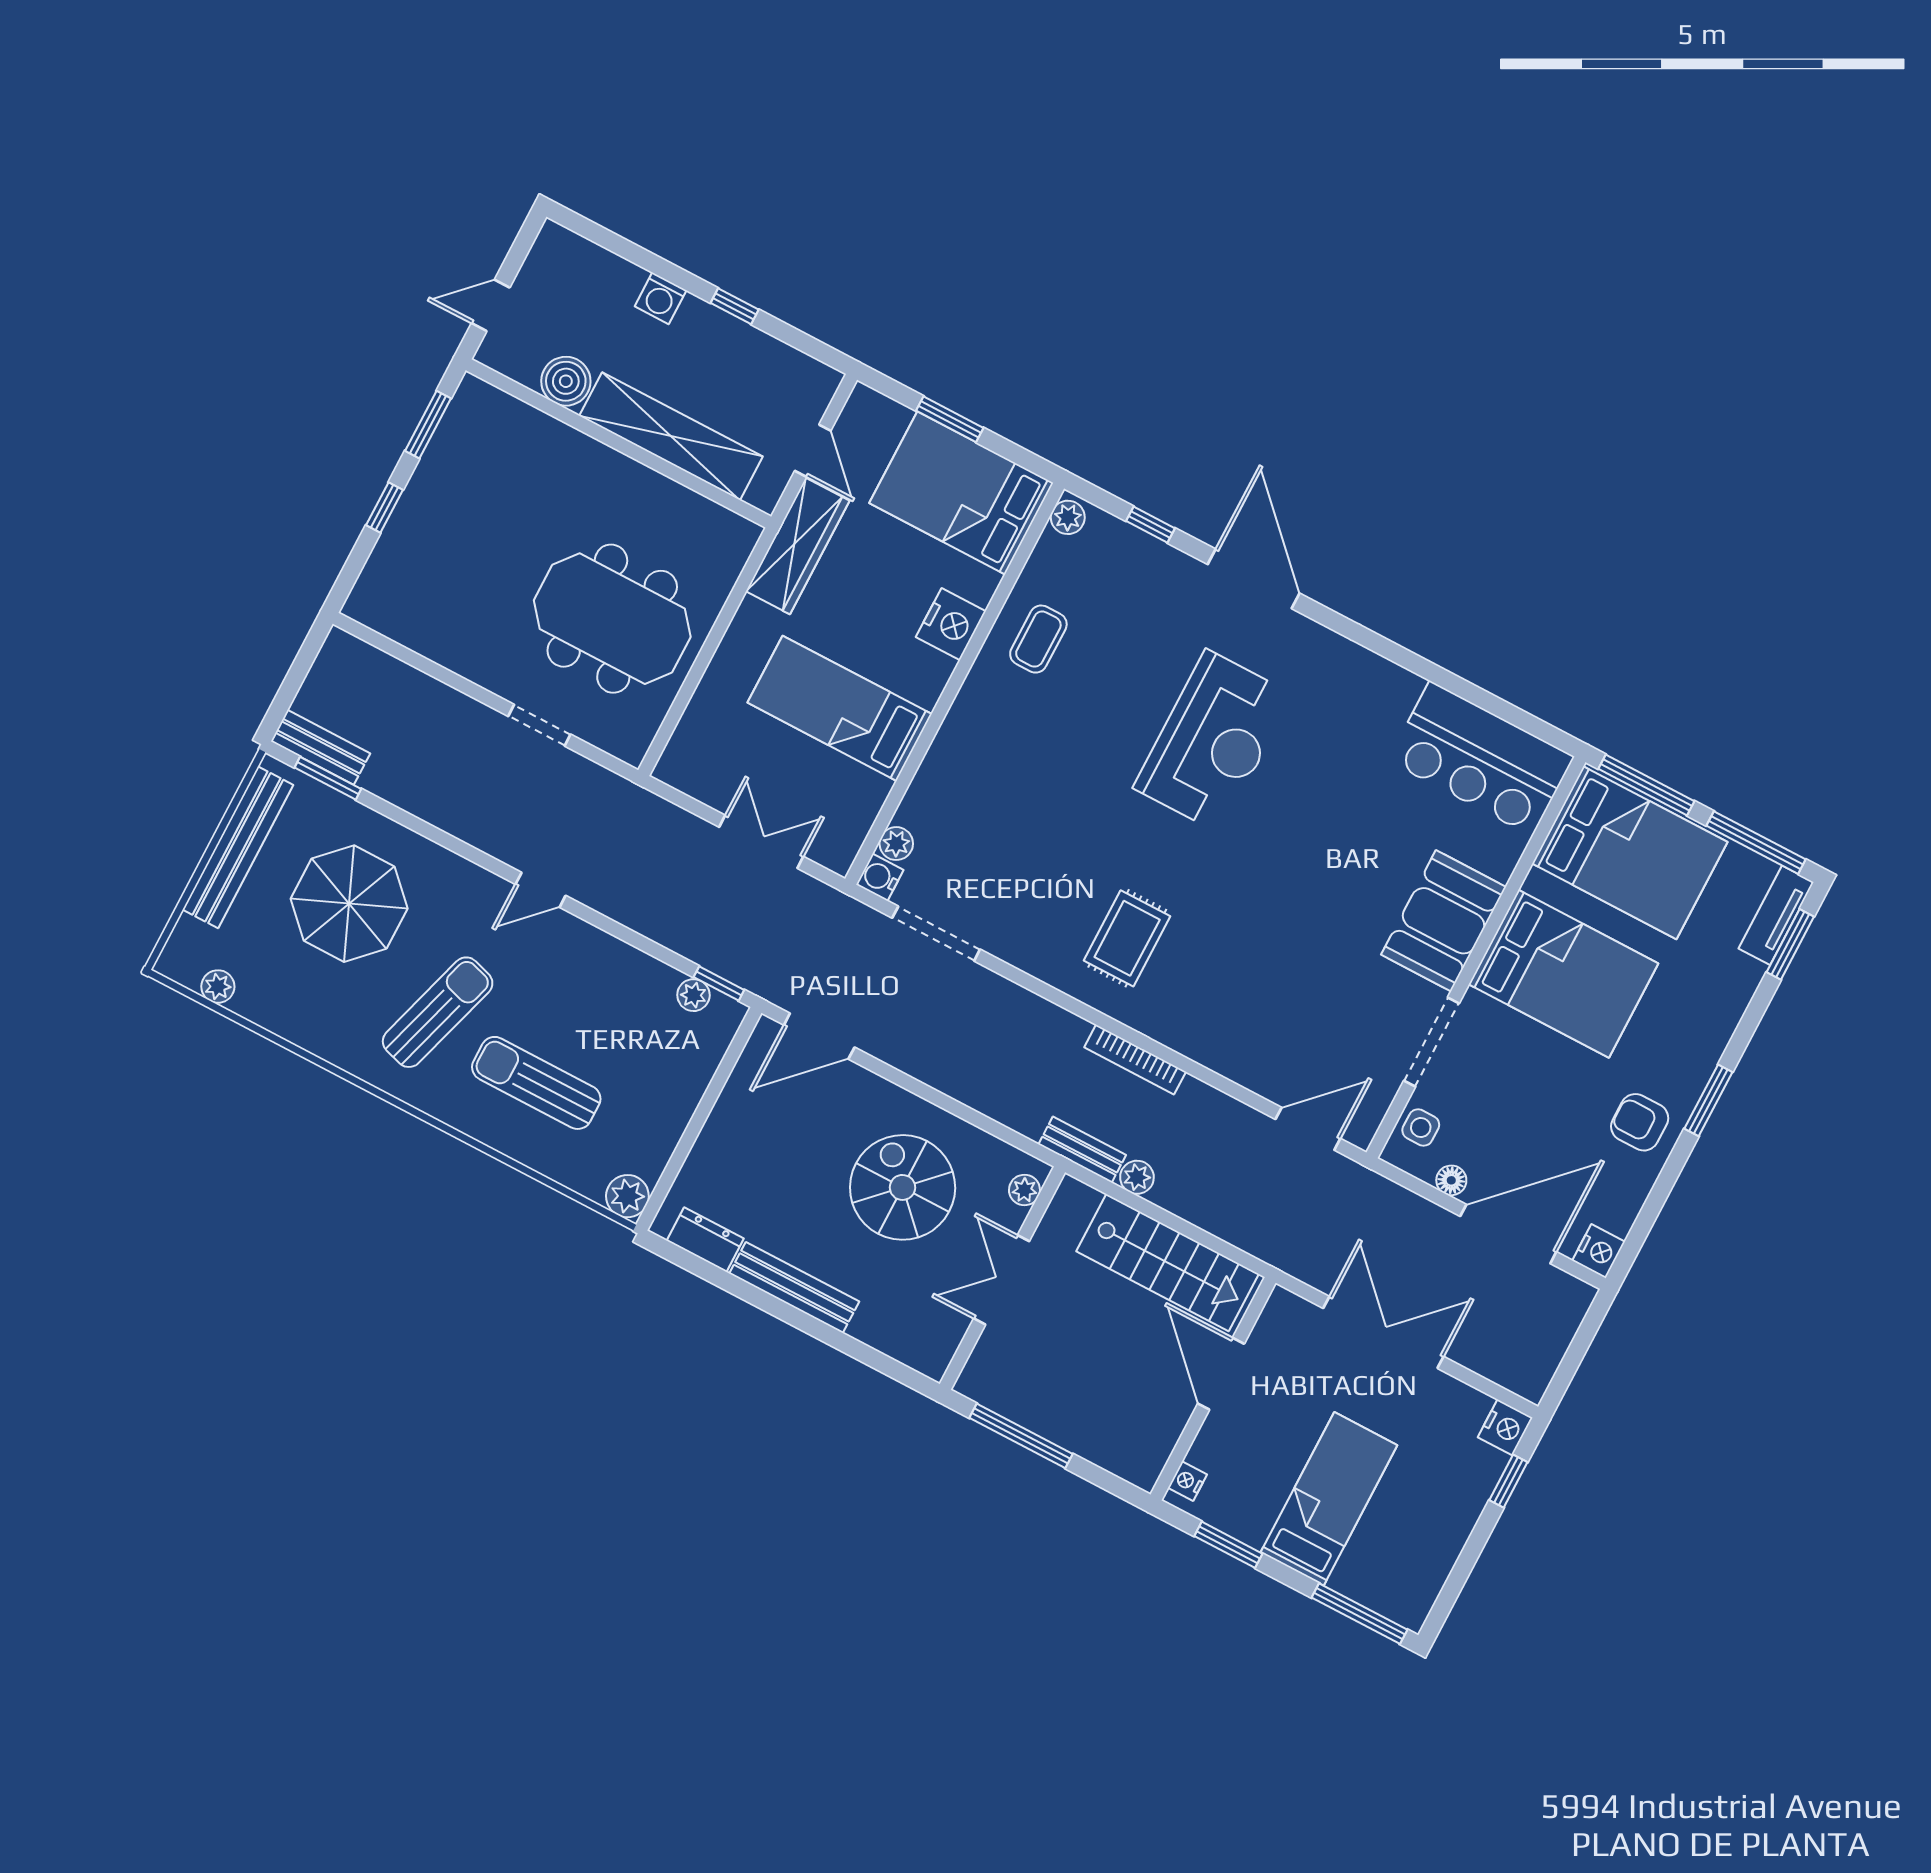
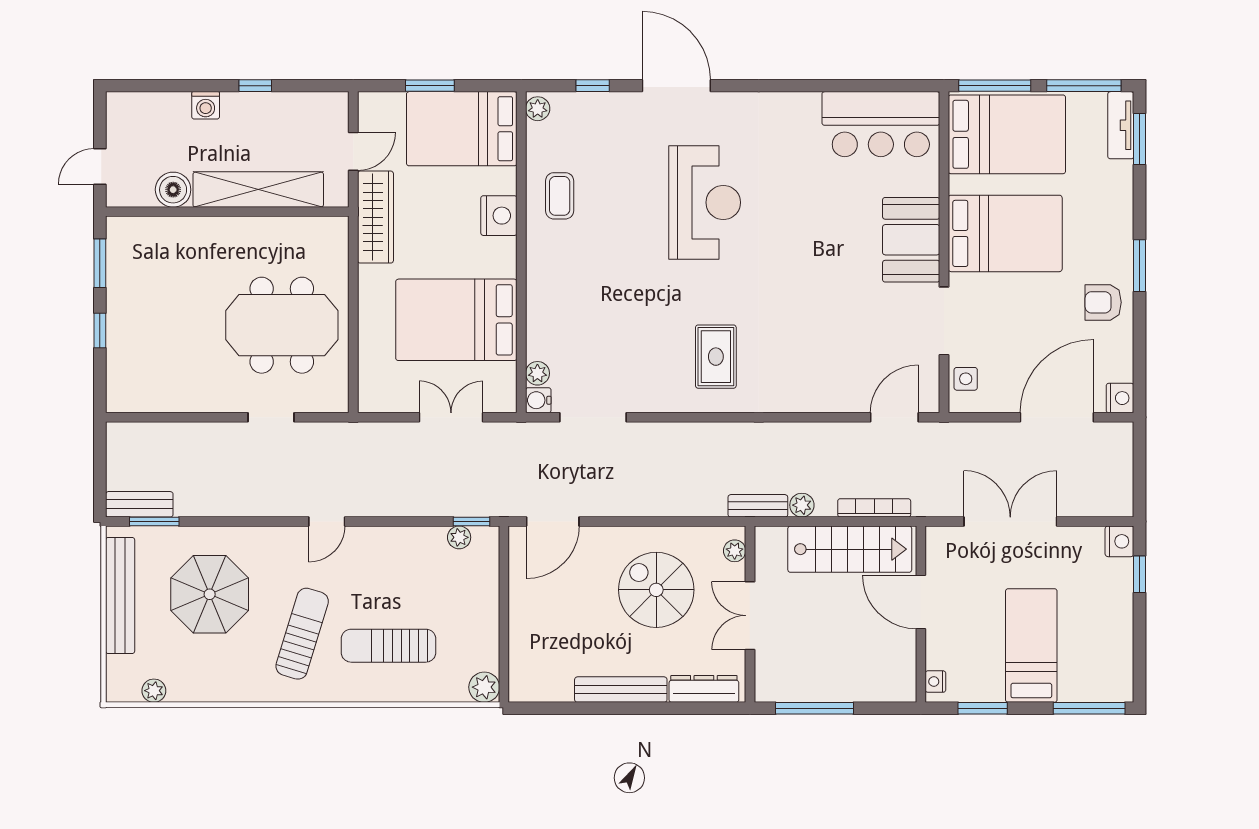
door: (813, 451) -> (353, 151), hinge flipped
bed: (840, 708) -> (456, 320), width x1.50
bookcase: (1135, 1060) -> (874, 508), moved, turned 180
floor lamp: (1451, 1180) -> (1003, 402), removed
dresser: (705, 1240) -> (704, 689), moved, width x1.44

